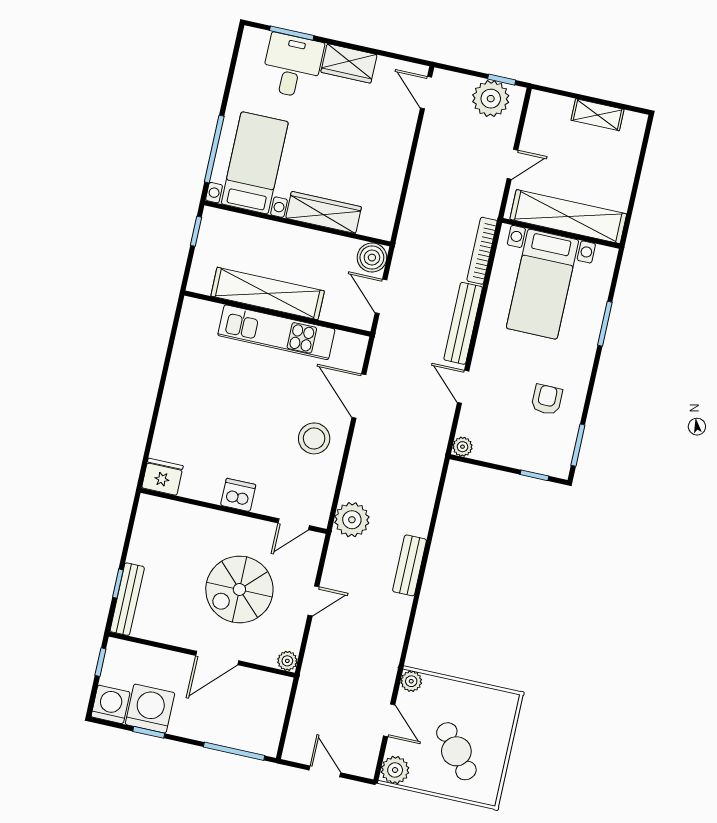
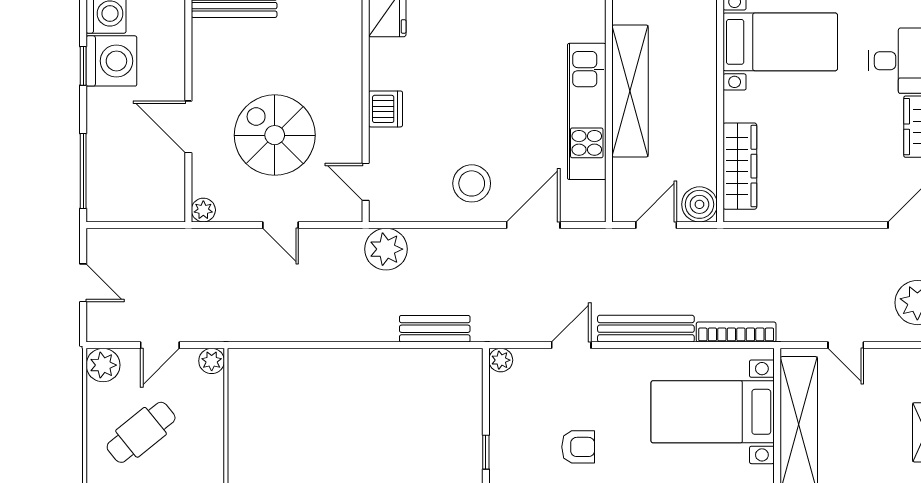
wardrobe: (324, 212) -> (740, 166), moved
bench: (410, 565) -> (435, 329), moved
door: (325, 771) -> (83, 283), hinge flipped

